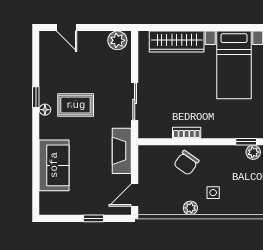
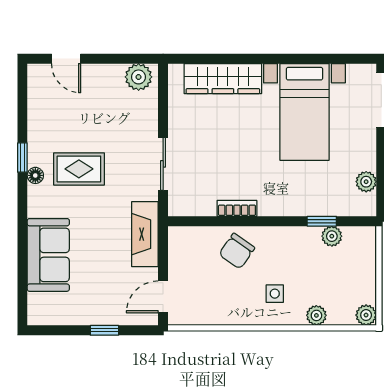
plant: (190, 208) -> (316, 315), moved

